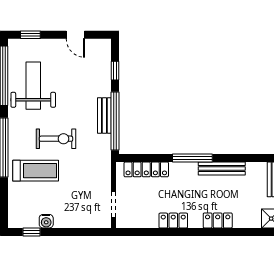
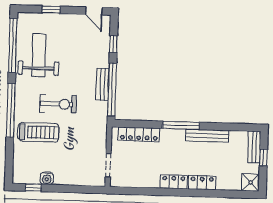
window: (30, 35) -> (51, 10), moved
door: (75, 35) -> (94, 11), moved
locker: (173, 221) -> (174, 182), moved

